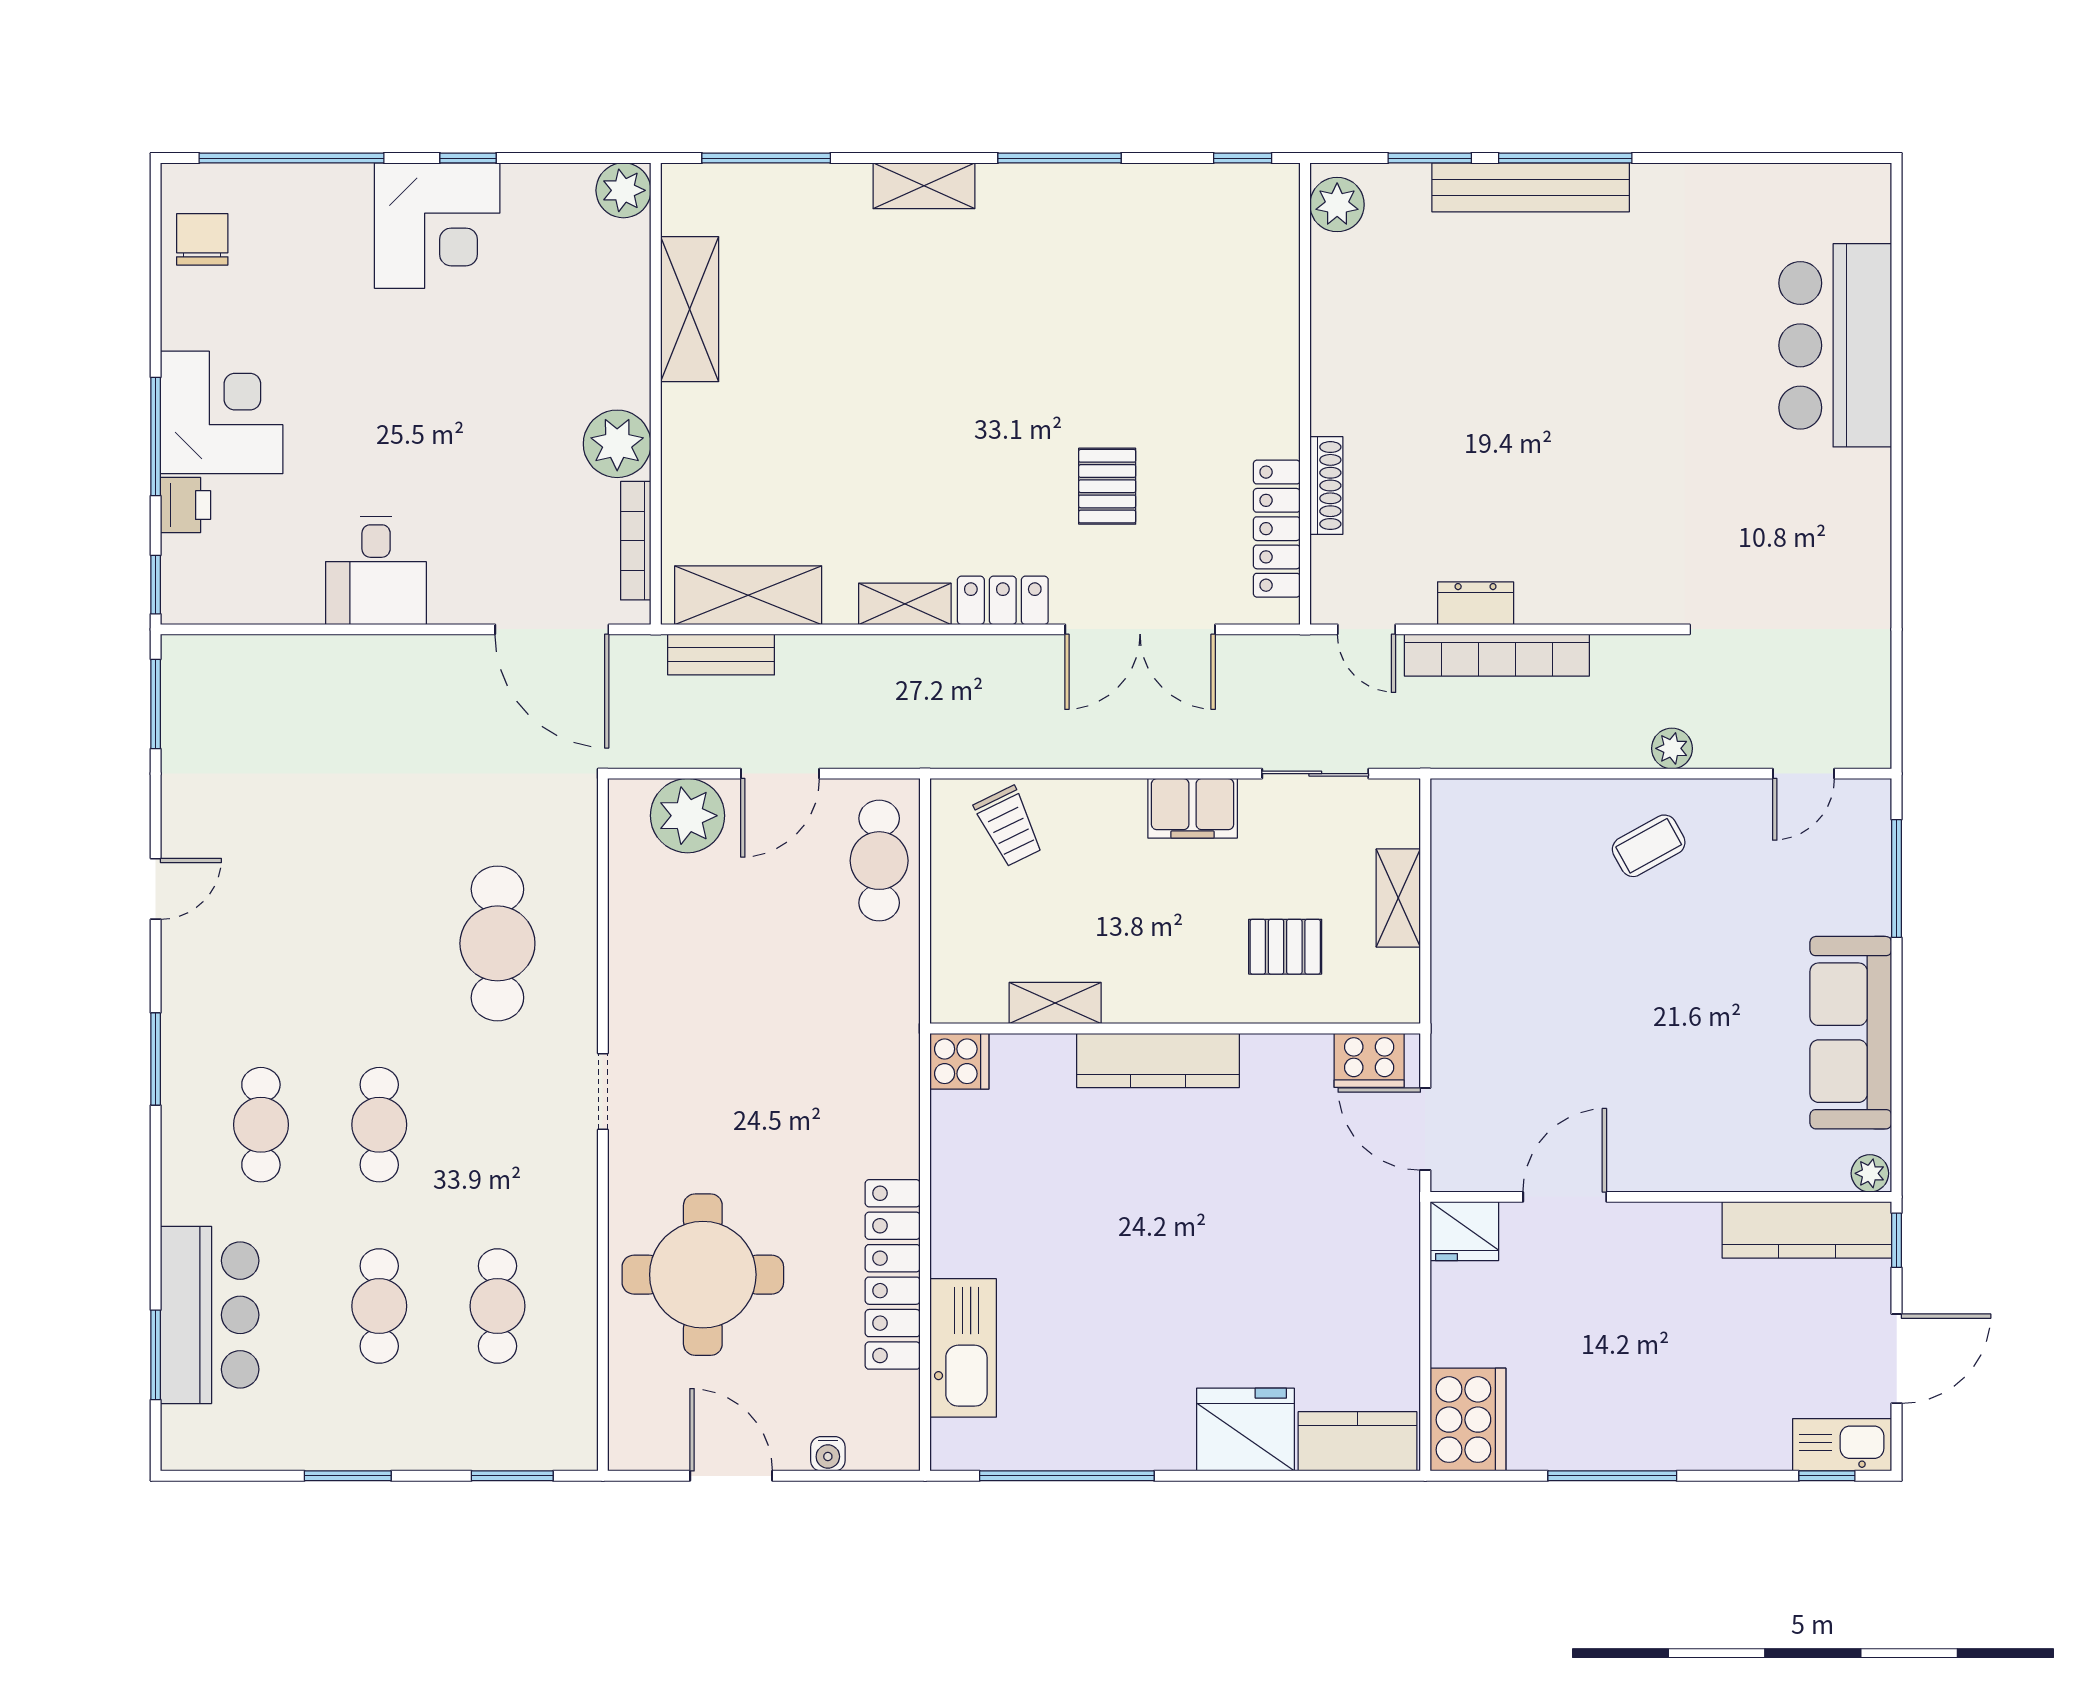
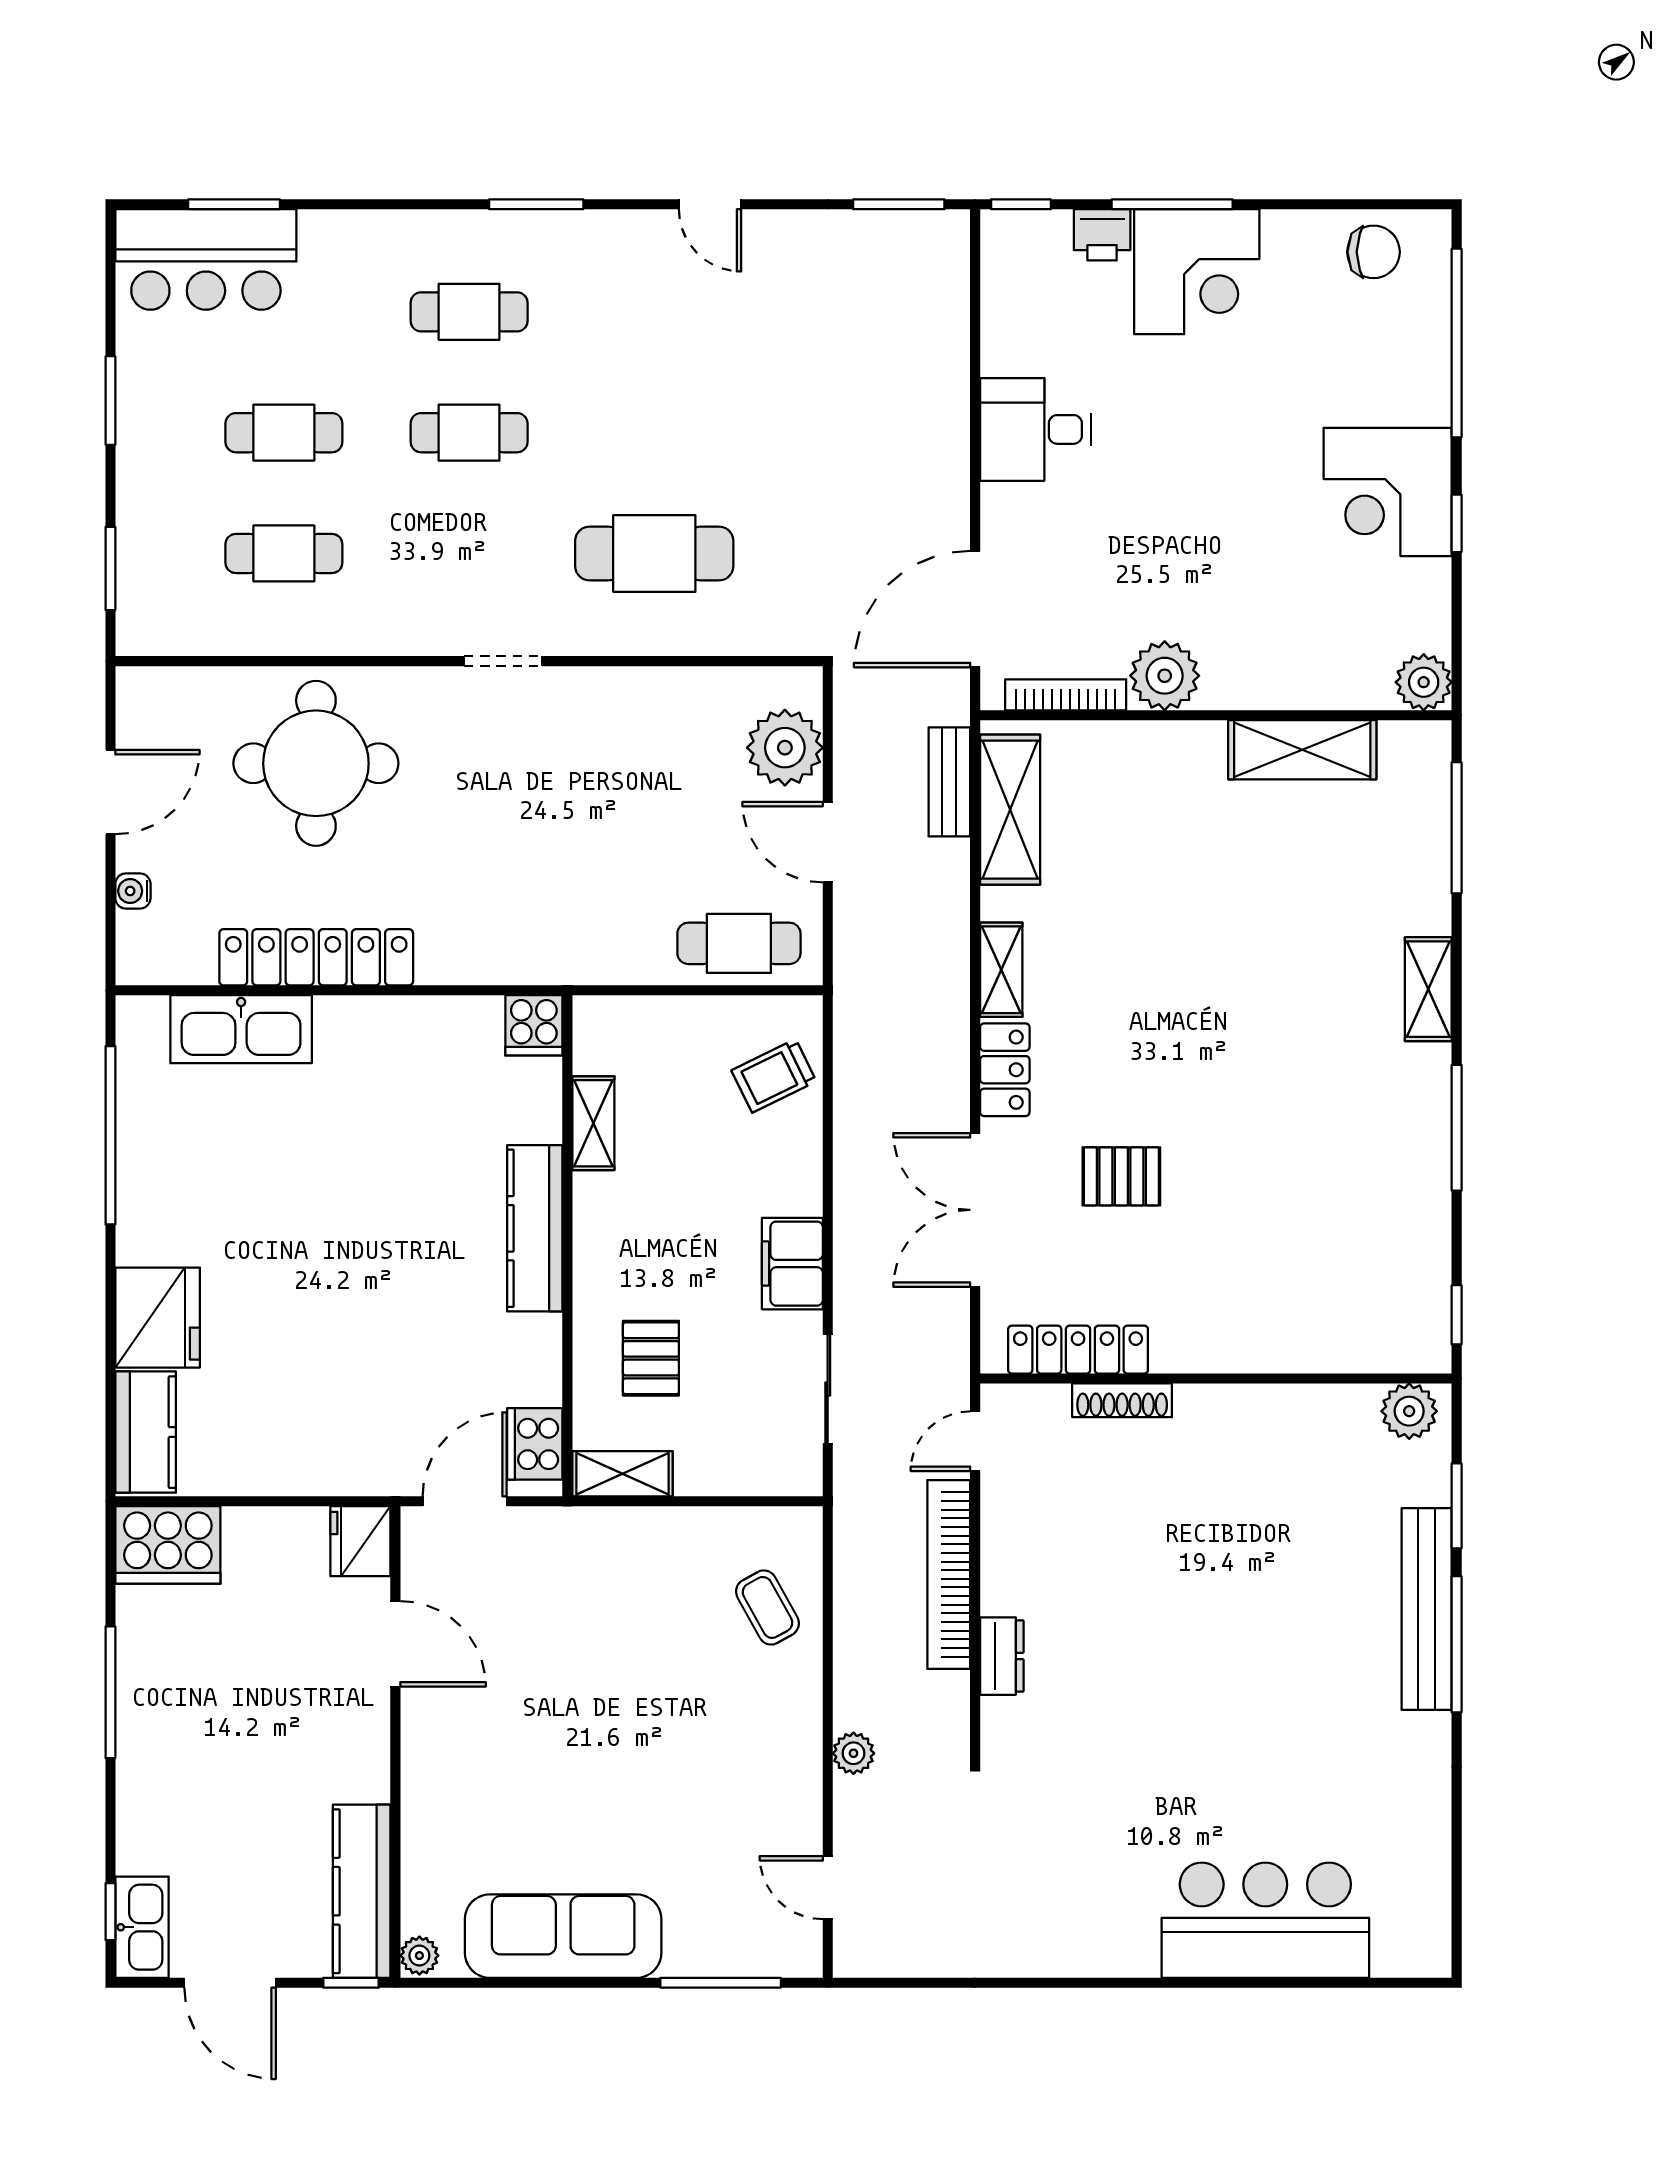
dresser: (1476, 603) -> (1002, 1656), moved
coffee table: (1649, 846) -> (767, 1607), moved
shelving: (1398, 898) -> (622, 1474), moved
bar counter: (210, 1315) -> (206, 259), moved

